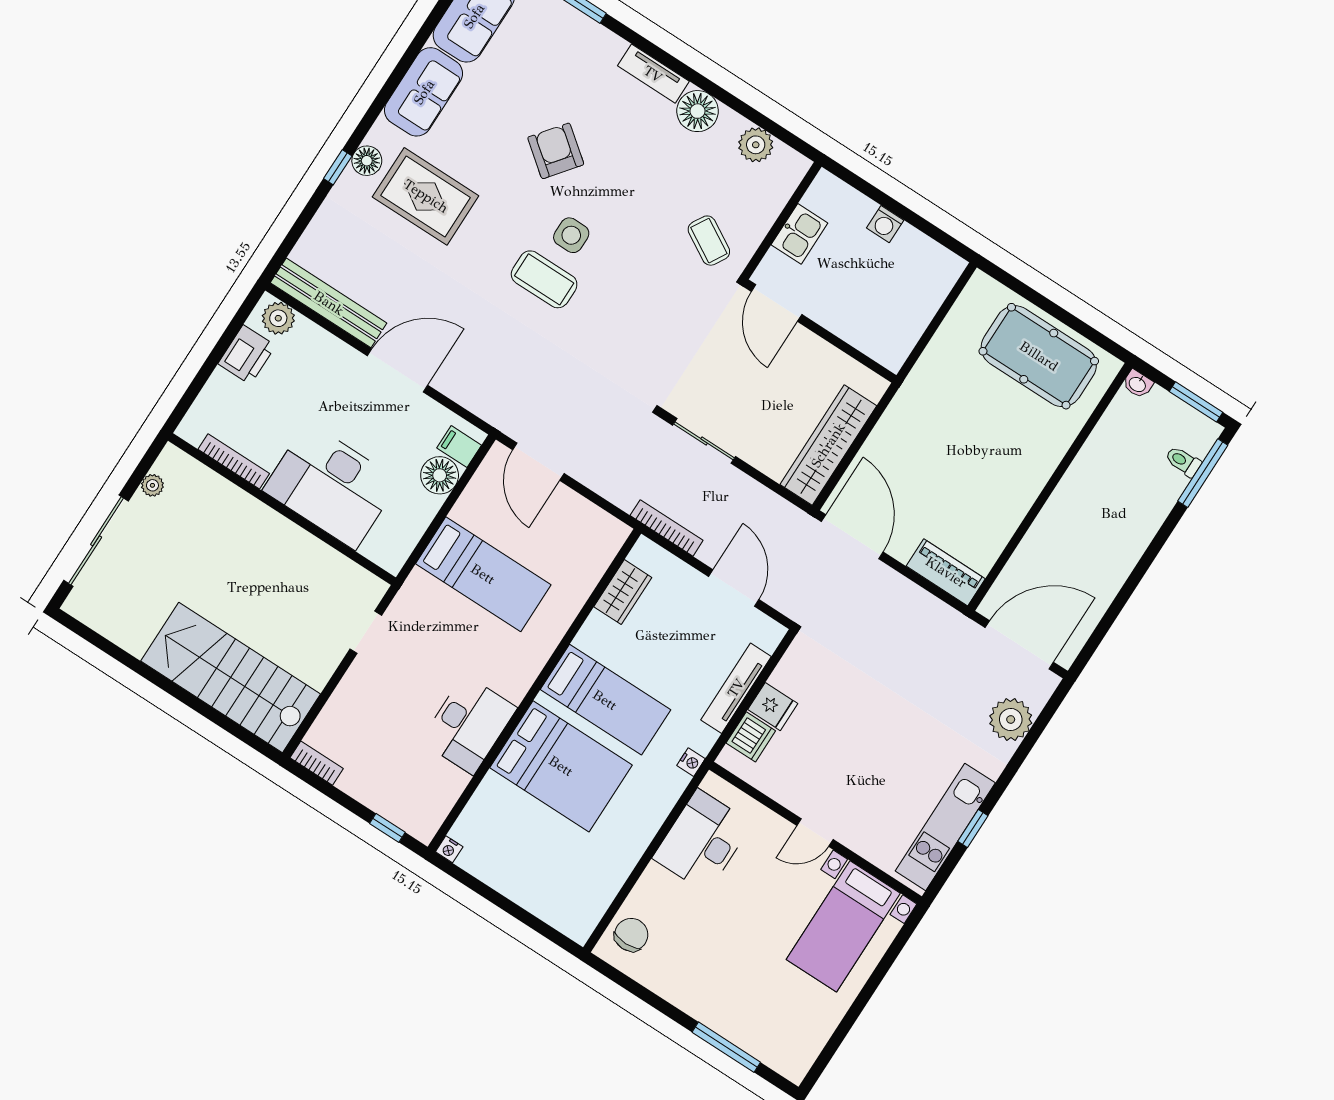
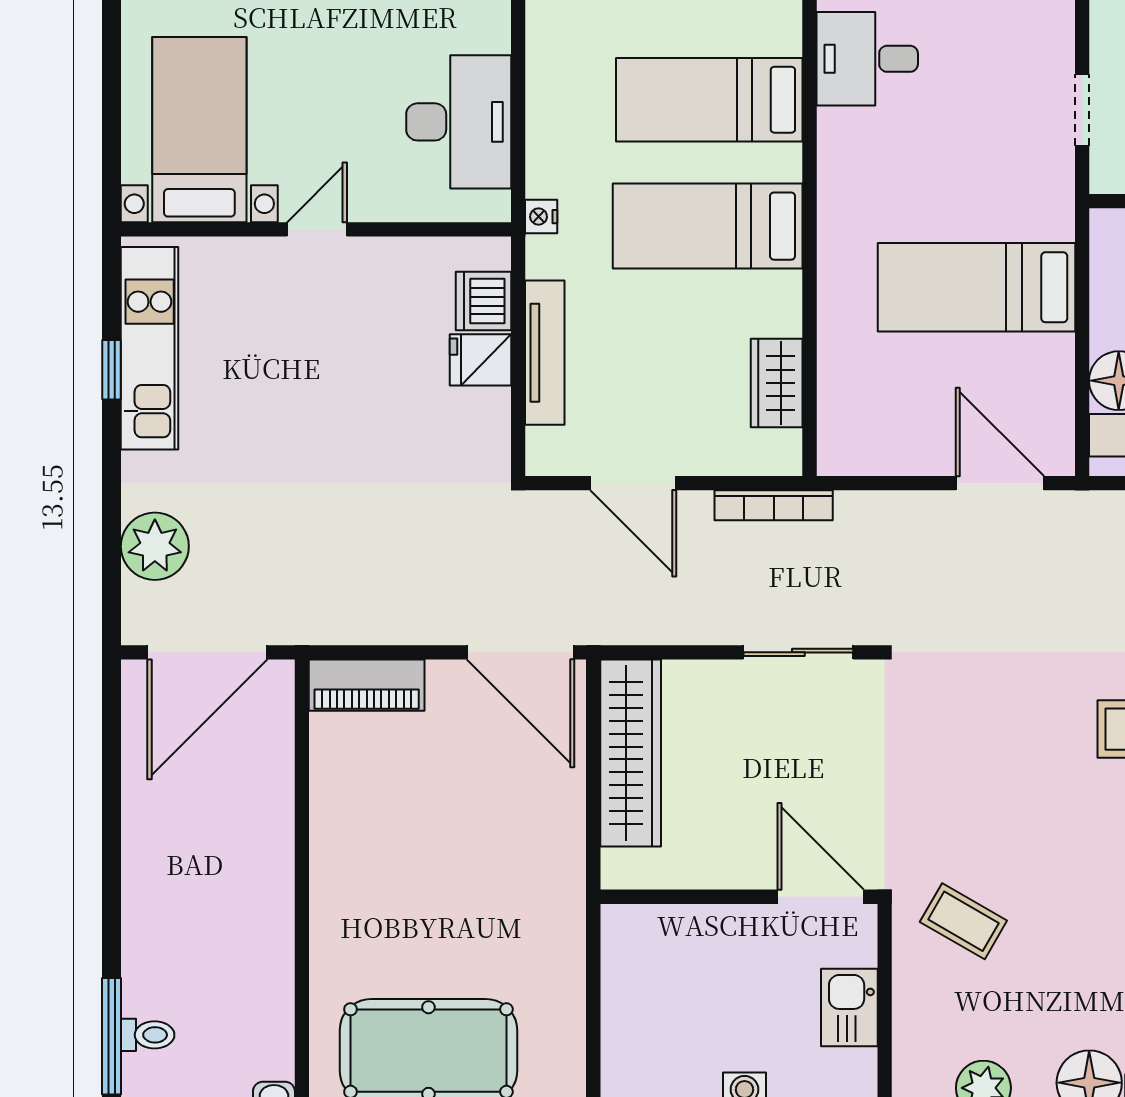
desk: (469, 724) -> (867, 59), width x0.73
bed: (561, 766) -> (709, 100), width x0.67

